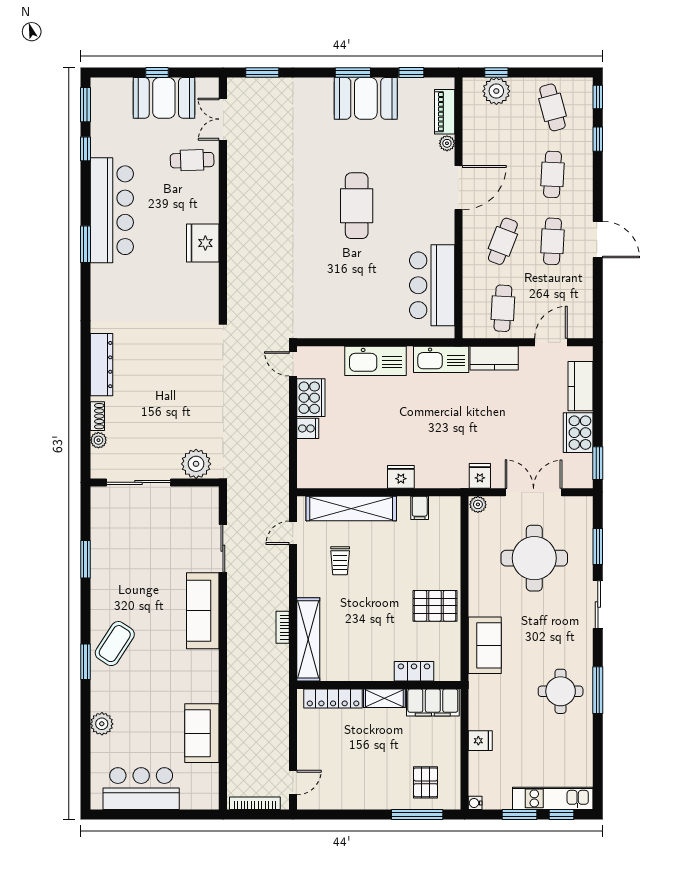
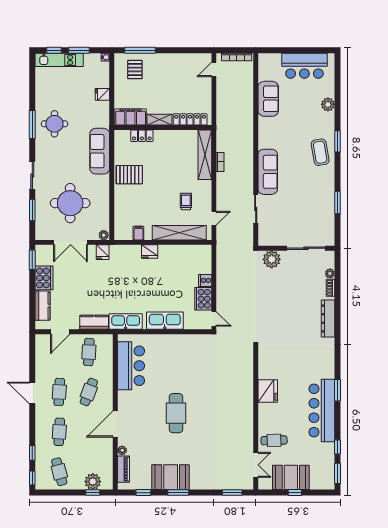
coffee table: (115, 644) -> (320, 152), turned -43
sofa: (485, 645) -> (100, 151), width x1.36

